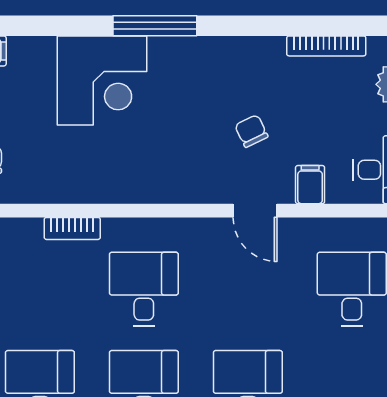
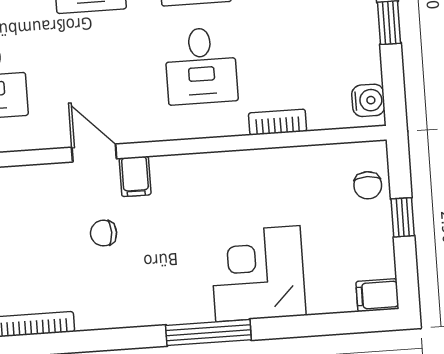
chair: (251, 131) -> (104, 233), turned 116
filing cabinet: (310, 185) -> (135, 176), moved

